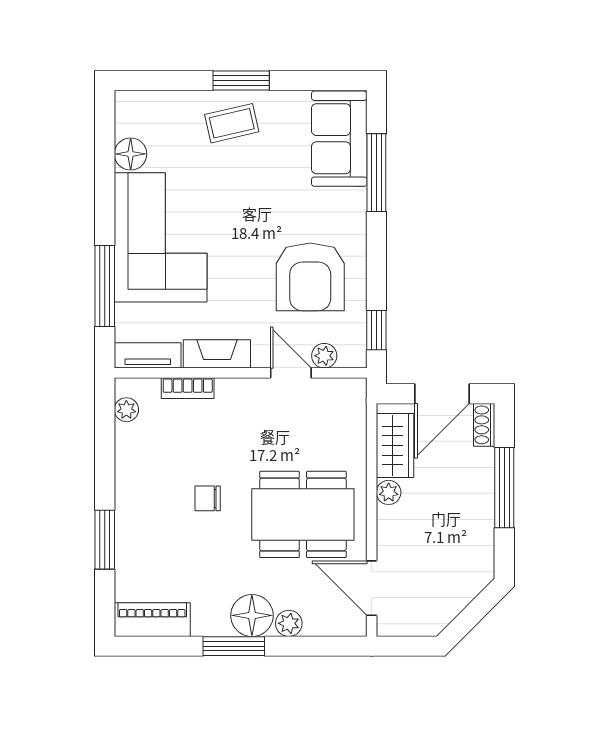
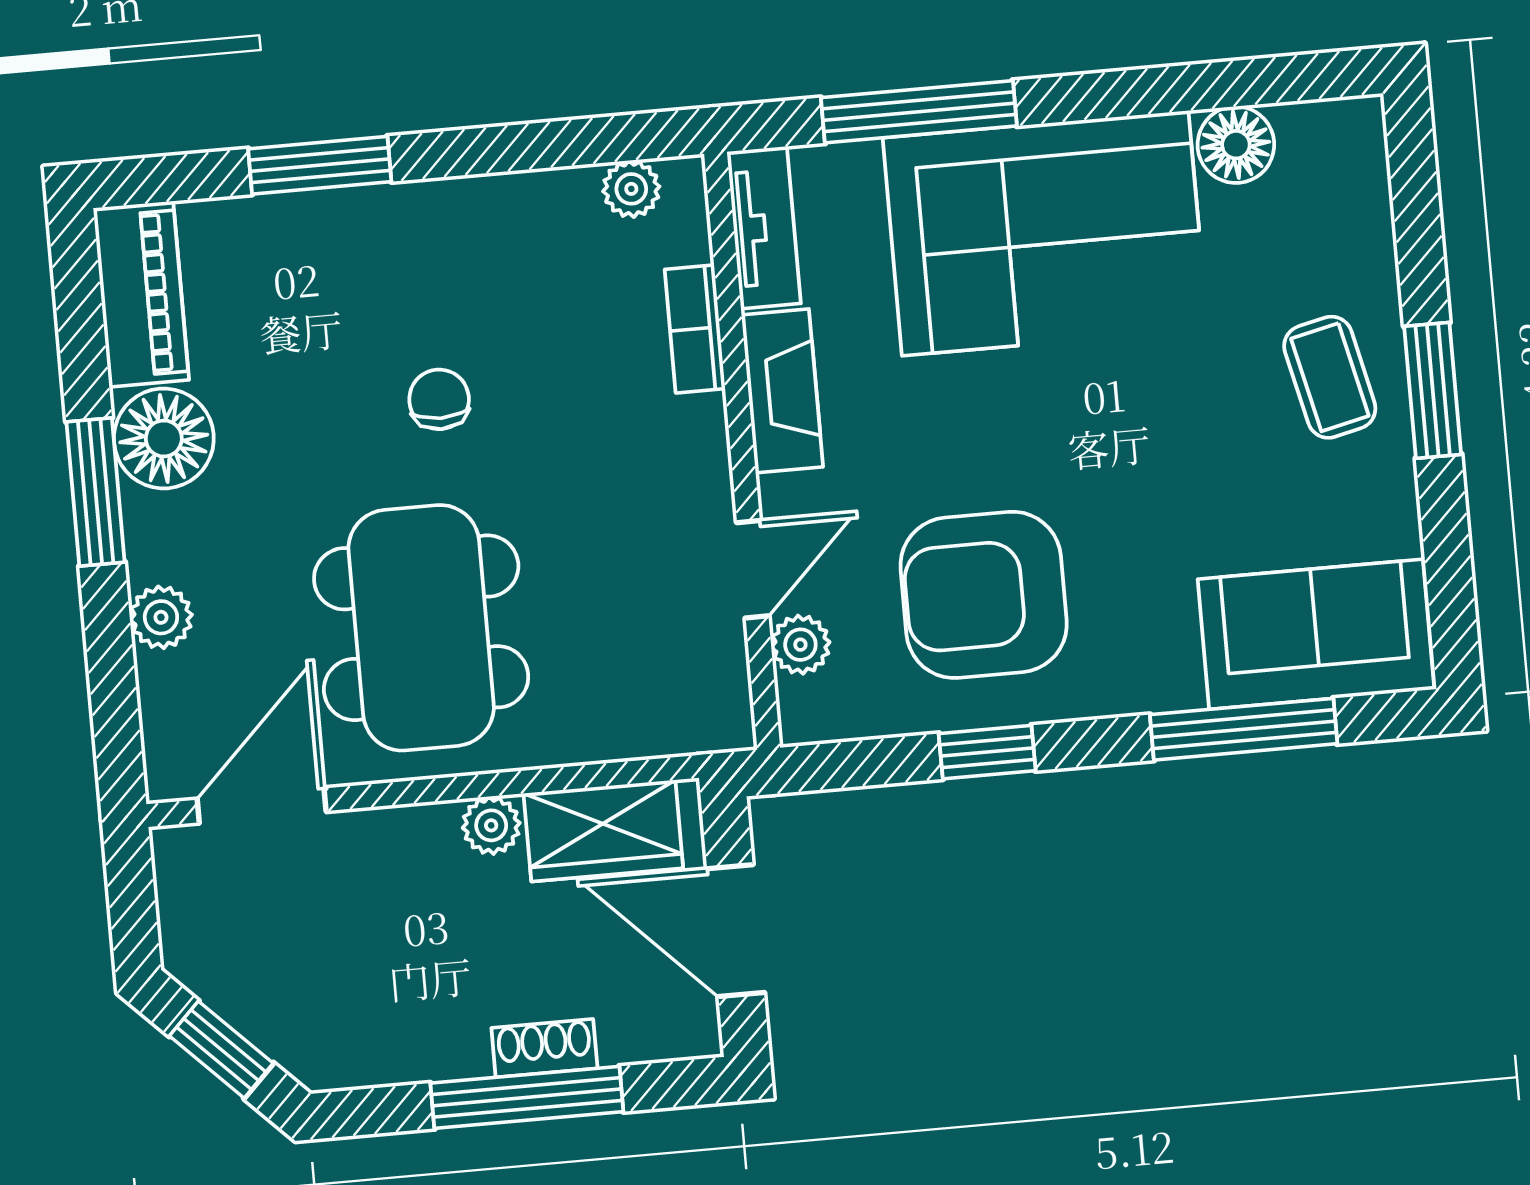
window: (376, 330) -> (987, 752), moved
shoe rack: (484, 425) -> (544, 1048), moved
window: (473, 614) -> (221, 1050), added
floor lamp: (252, 615) -> (164, 438), moved

